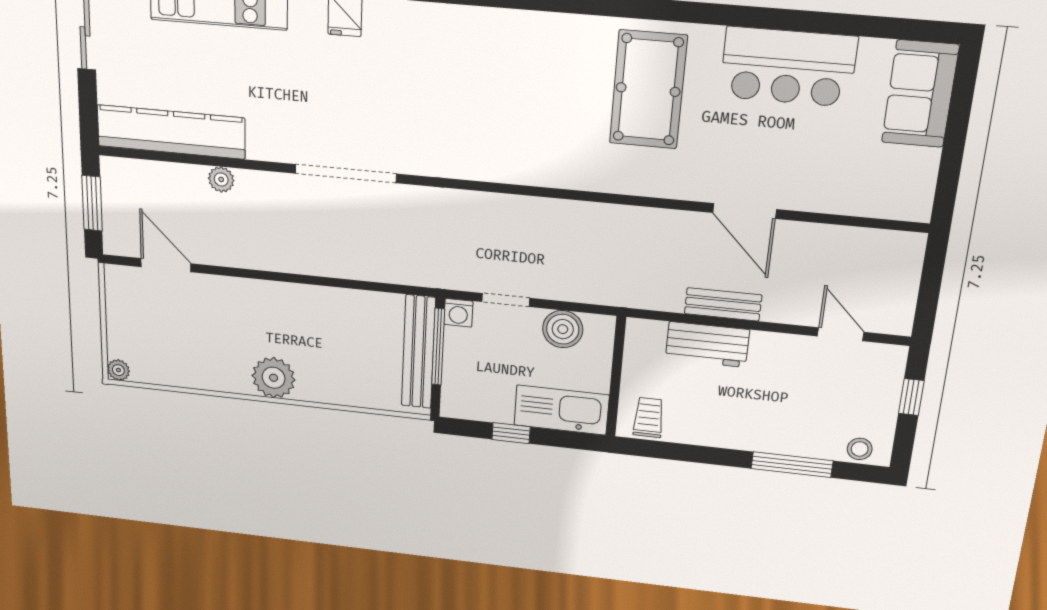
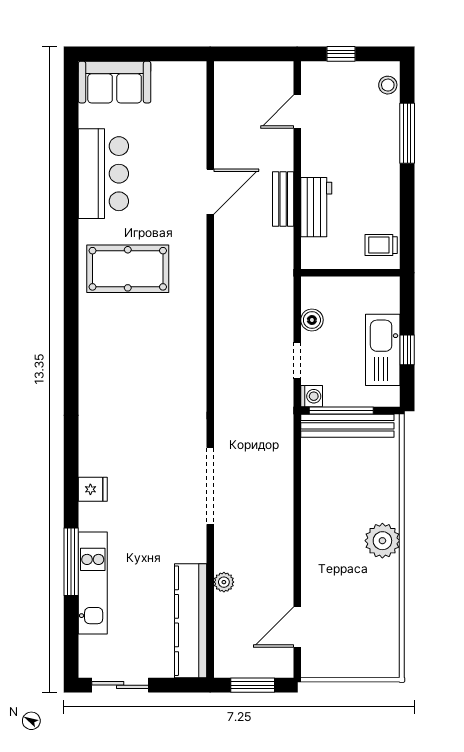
boiler: (563, 329) -> (312, 320), width x0.73, depth x0.73
plant: (118, 370) -> (391, 669), removed
kitchen sink: (561, 410) -> (383, 350), moved

